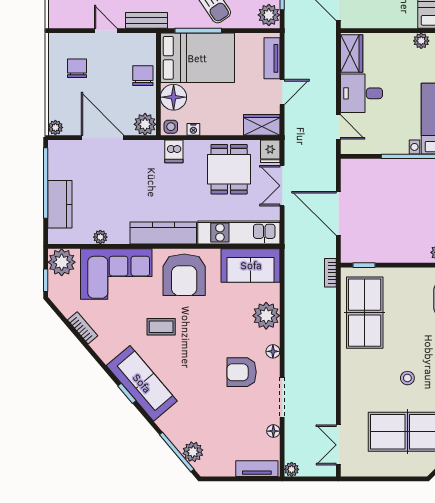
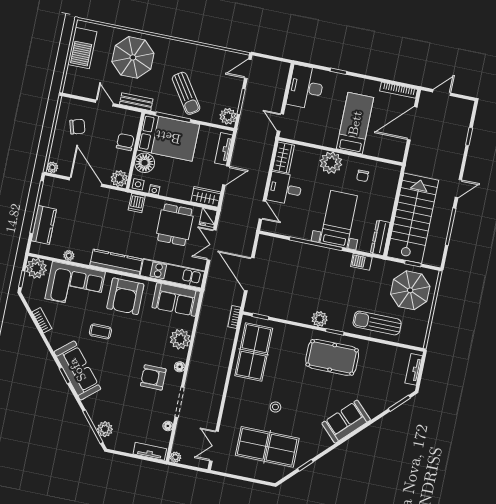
plant: (421, 41) -> (331, 163), width x1.87, depth x1.87
chair: (77, 68) -> (77, 127), turned 74

